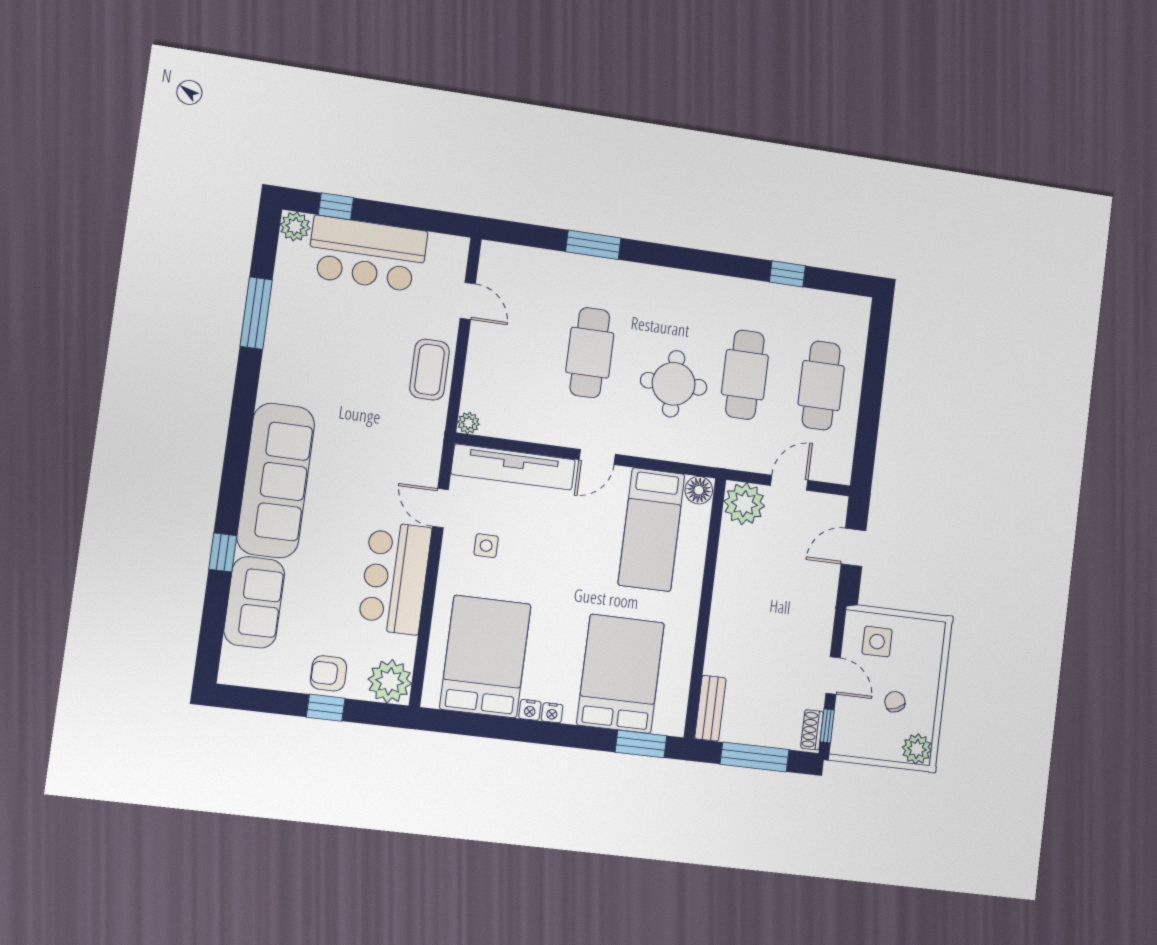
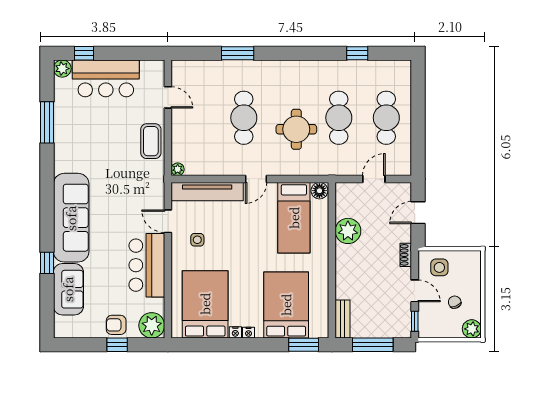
plant: (744, 504) -> (348, 231), moved
shoe rack: (812, 730) -> (406, 255), moved

